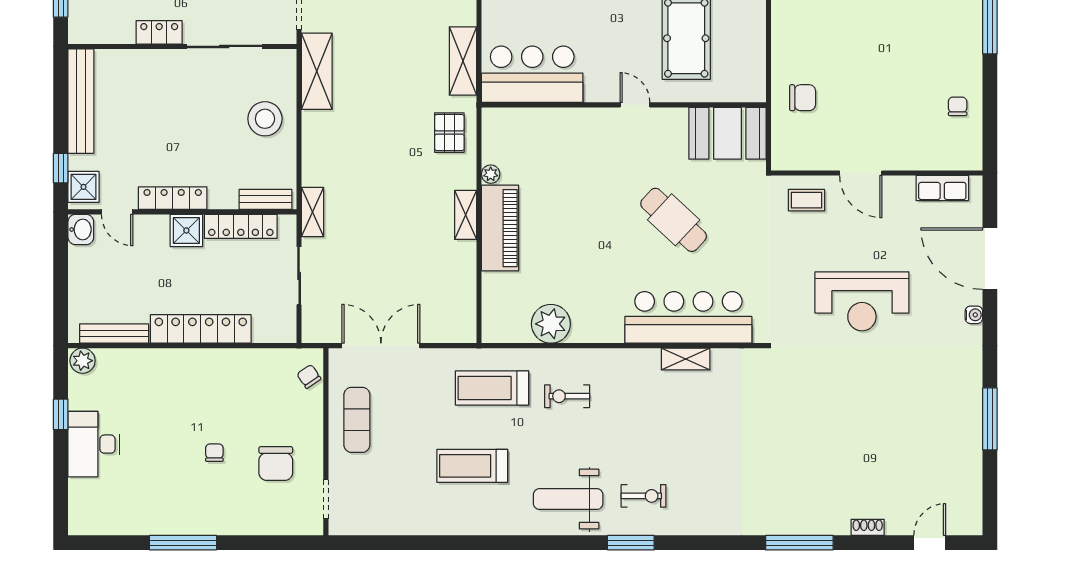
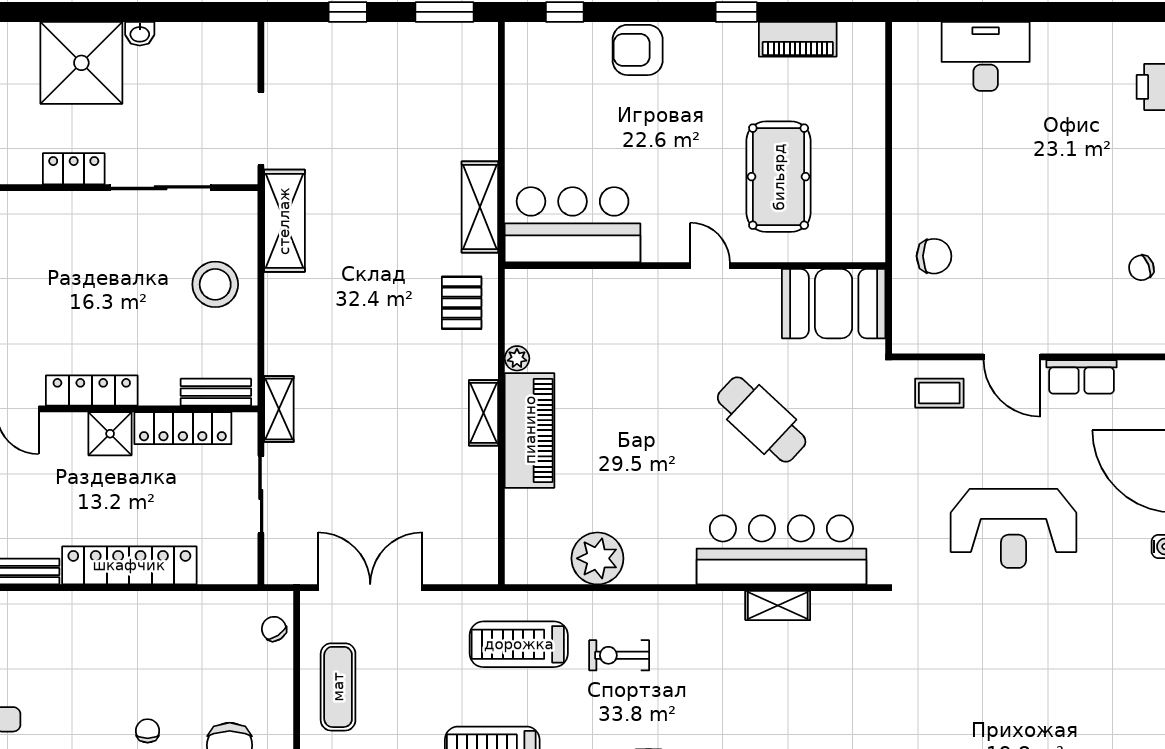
chair: (958, 106) -> (1141, 268), turned -111
row of seats: (942, 188) -> (1082, 377), moved

